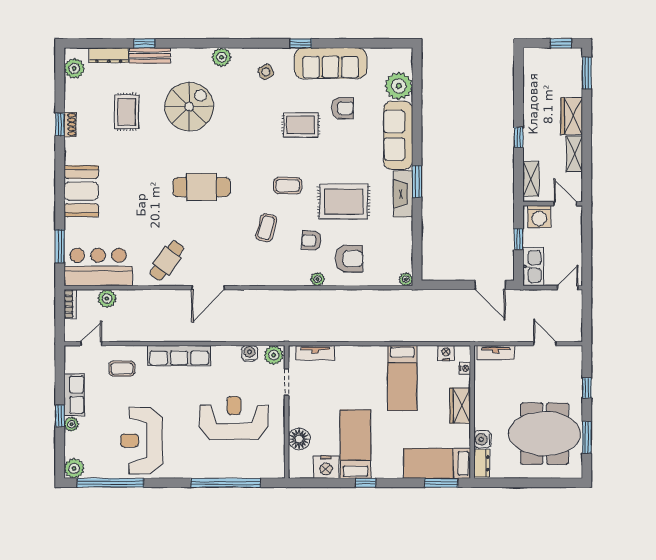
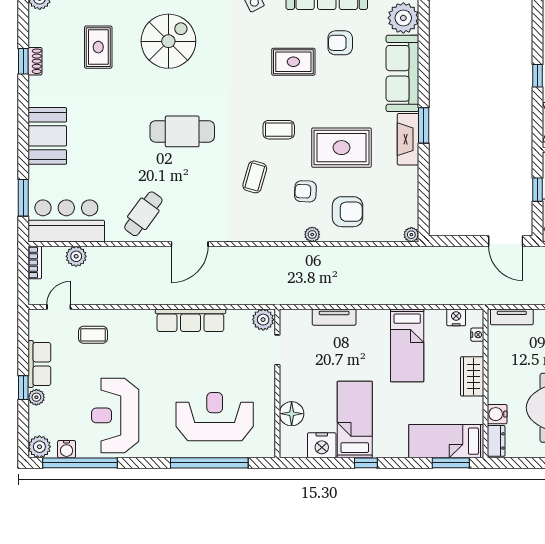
armchair: (342, 108) -> (340, 43), turned 180
water cooler: (250, 353) -> (67, 449), moved, turned 180
tv unit: (315, 353) -> (334, 317), moved
row of seats: (179, 356) -> (190, 320), moved
reception desk: (234, 418) -> (215, 417), moved

